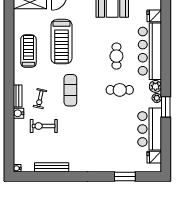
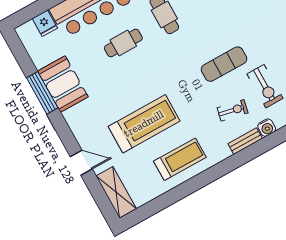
treadmill: (28, 51) -> (180, 159), turned 180
exercise mat: (70, 90) -> (224, 64), moved

